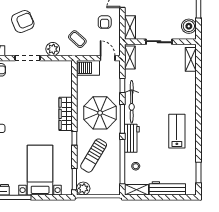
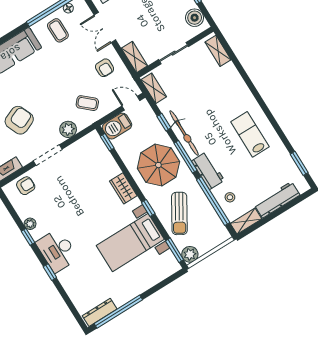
window: (74, 75) -> (107, 142), added
wardrobe: (66, 114) -> (123, 188), width x0.67
bed with nightstands: (40, 170) -> (130, 242), moved, turned -90

